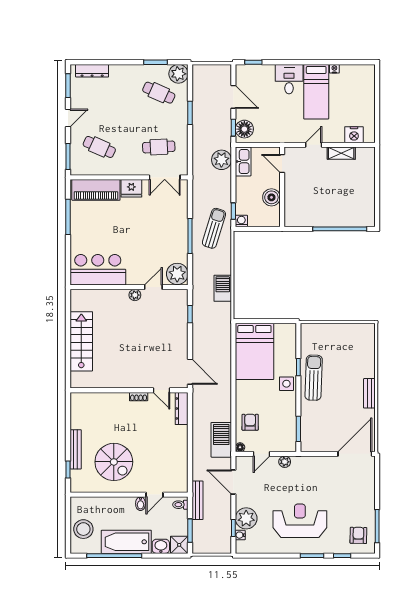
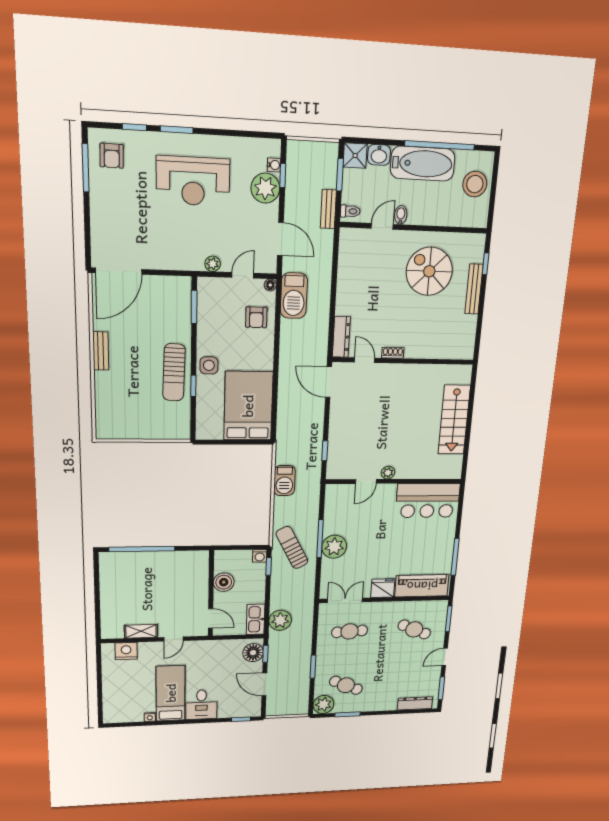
sun lounger: (214, 228) -> (292, 547), turned 135
plant: (177, 274) -> (334, 547), moved
bench: (197, 500) -> (328, 209), width x0.73

